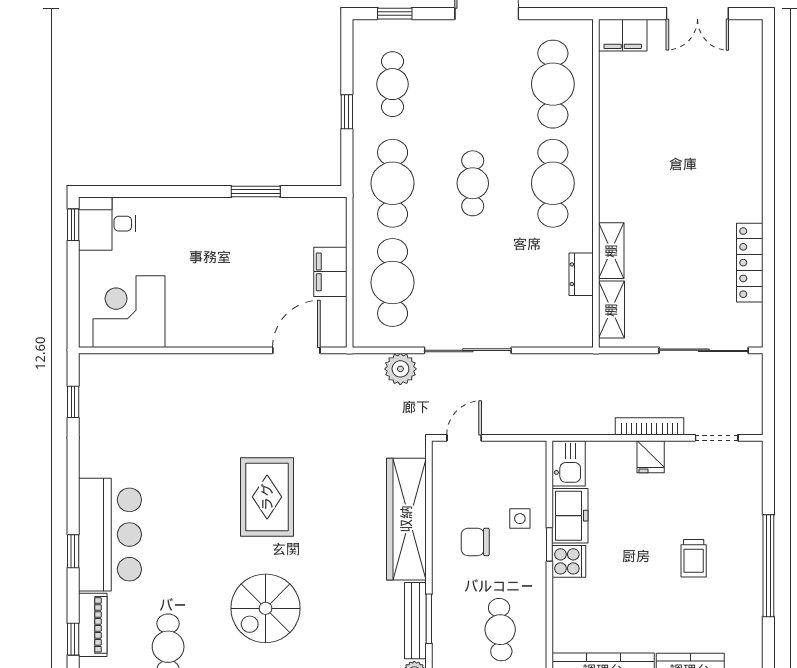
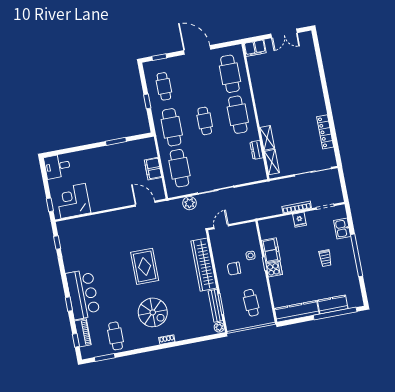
window: (73, 225) -> (50, 205), moved
door: (296, 350) -> (145, 204), hinge flipped
kitchen sink: (569, 463) -> (342, 228), moved, turned 180
spiral stairs: (266, 608) -> (153, 312), turned -90

